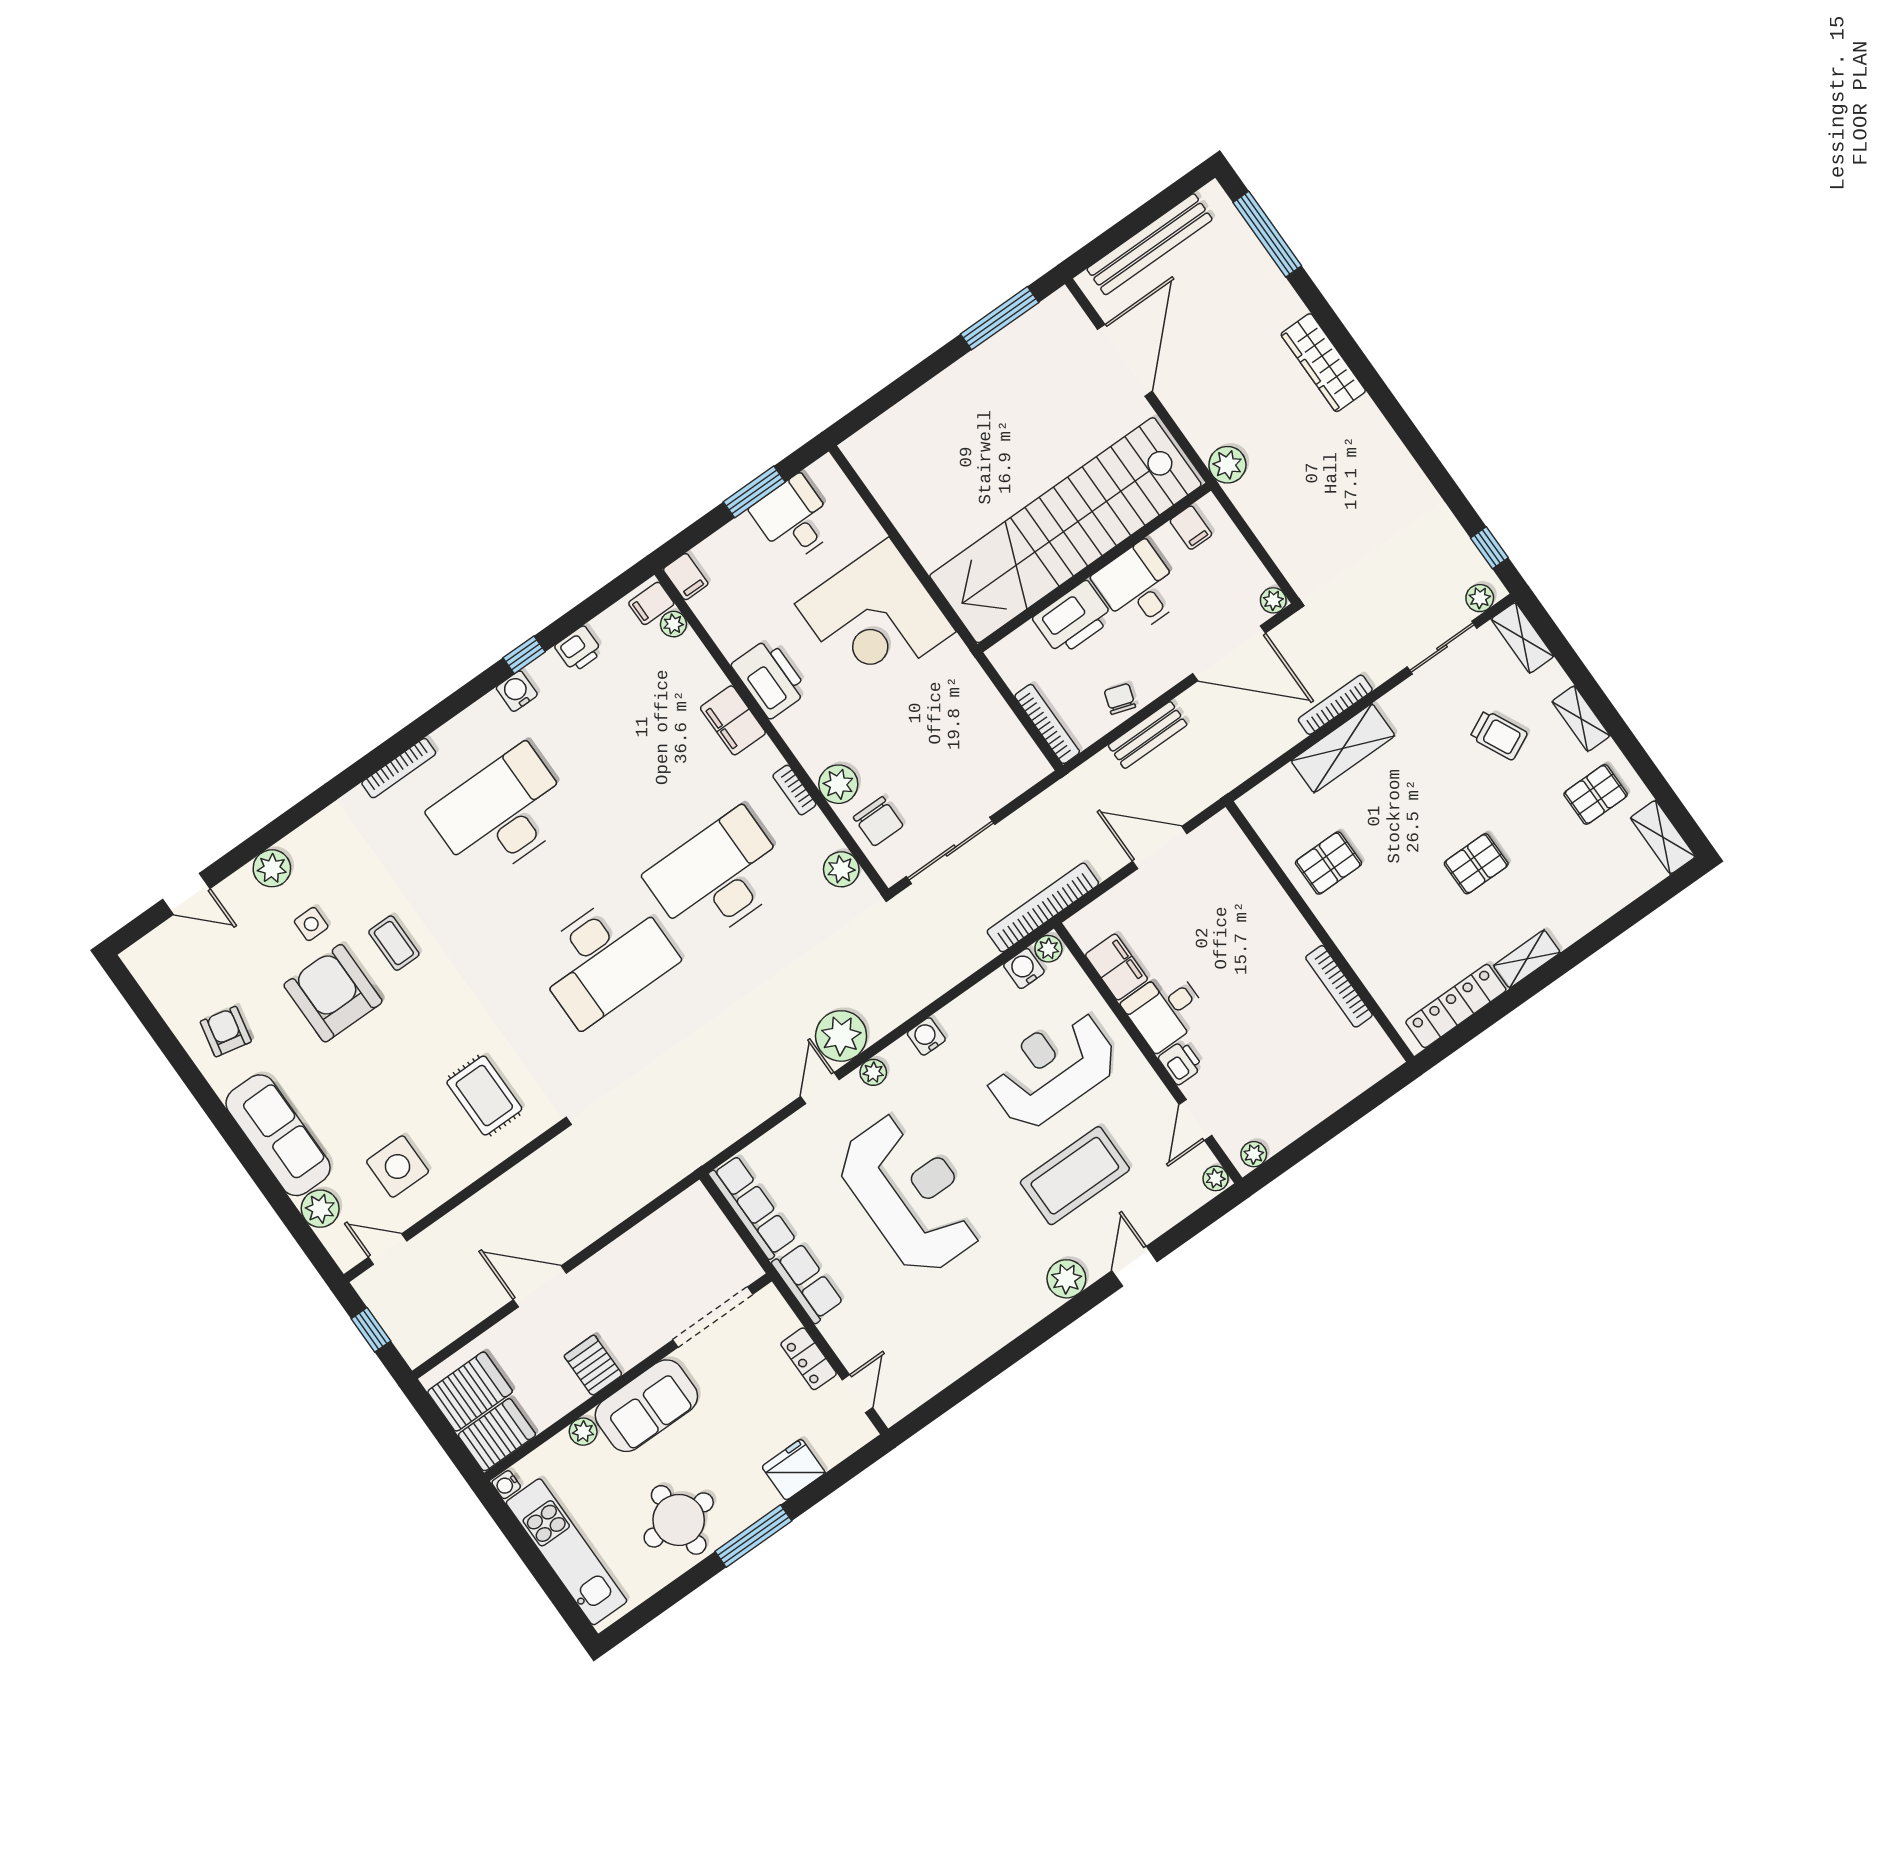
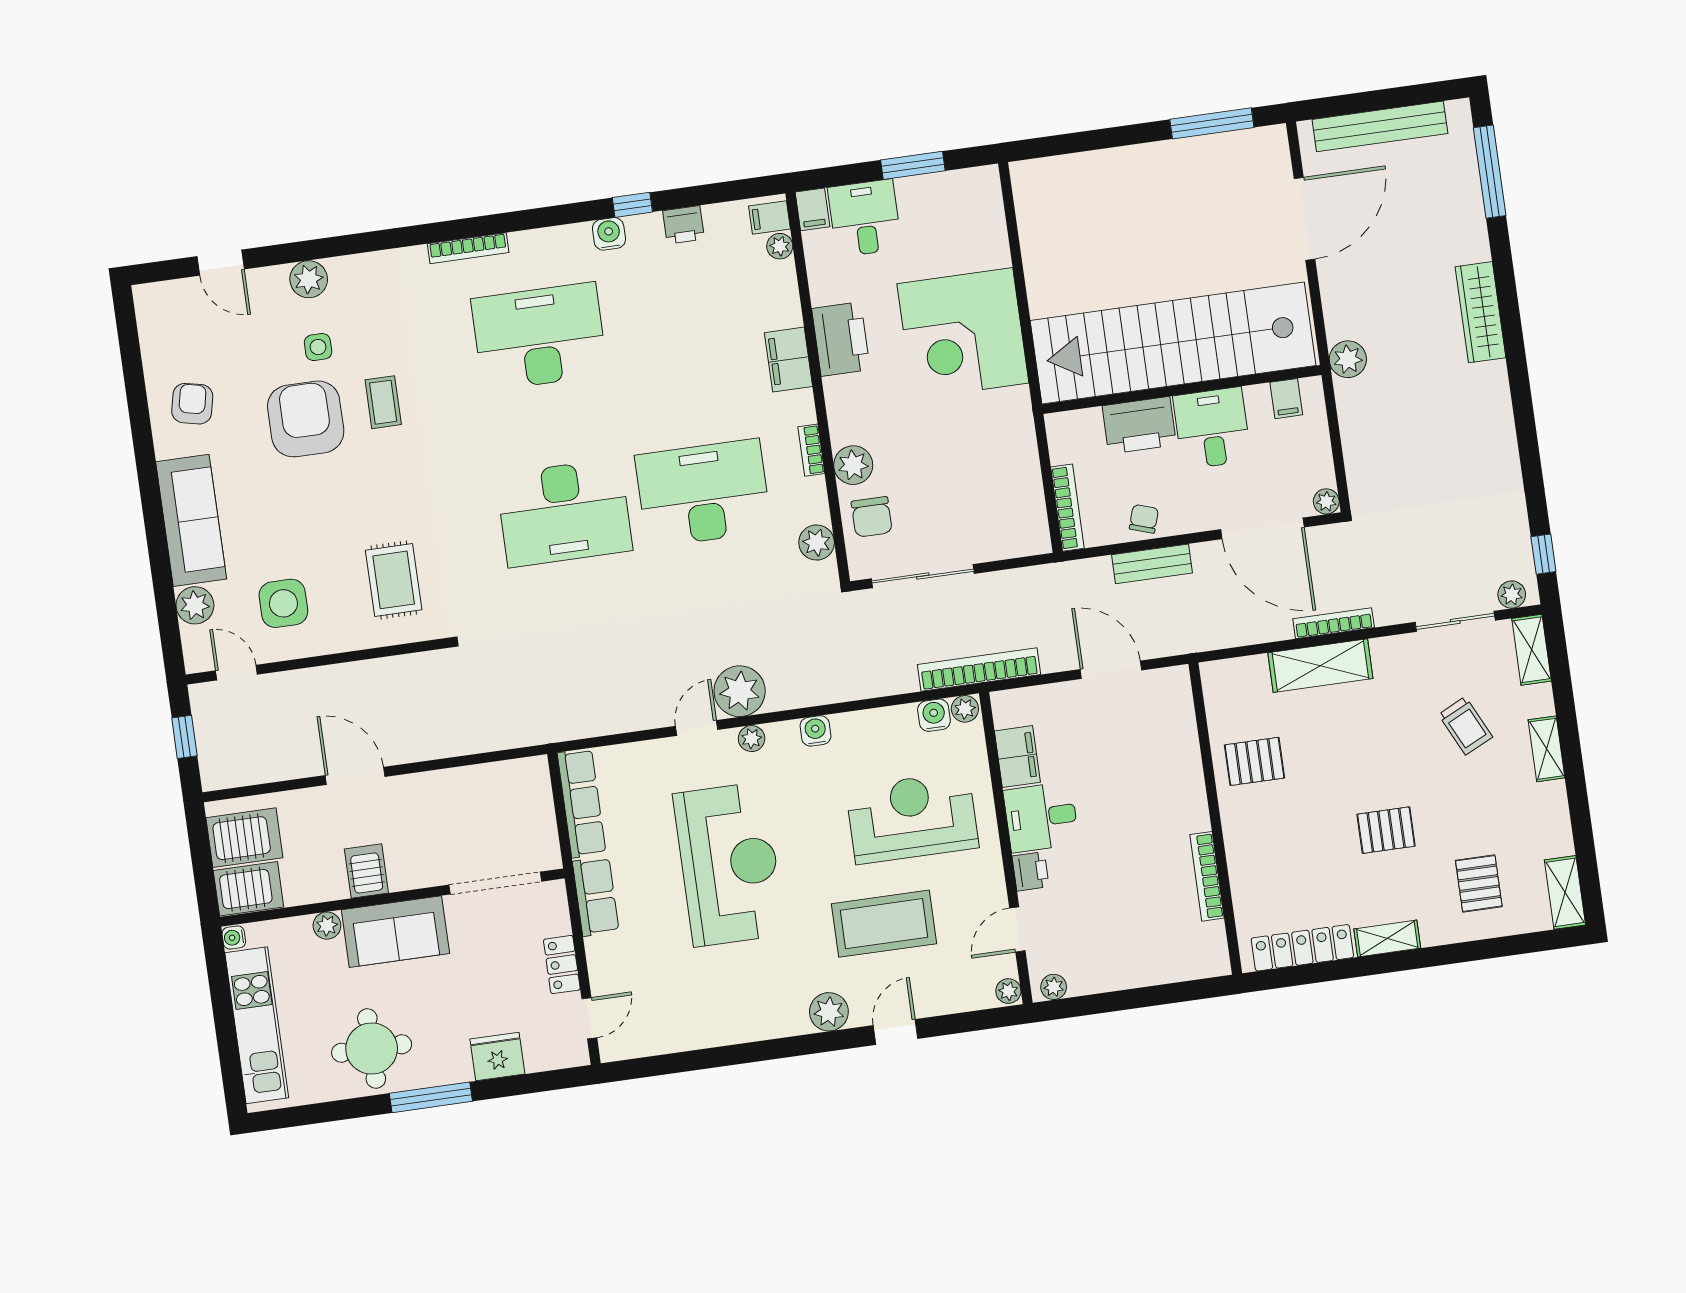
desk: (794, 519) -> (865, 218), moved
pallet: (1596, 794) -> (1479, 883), moved, turned 90

